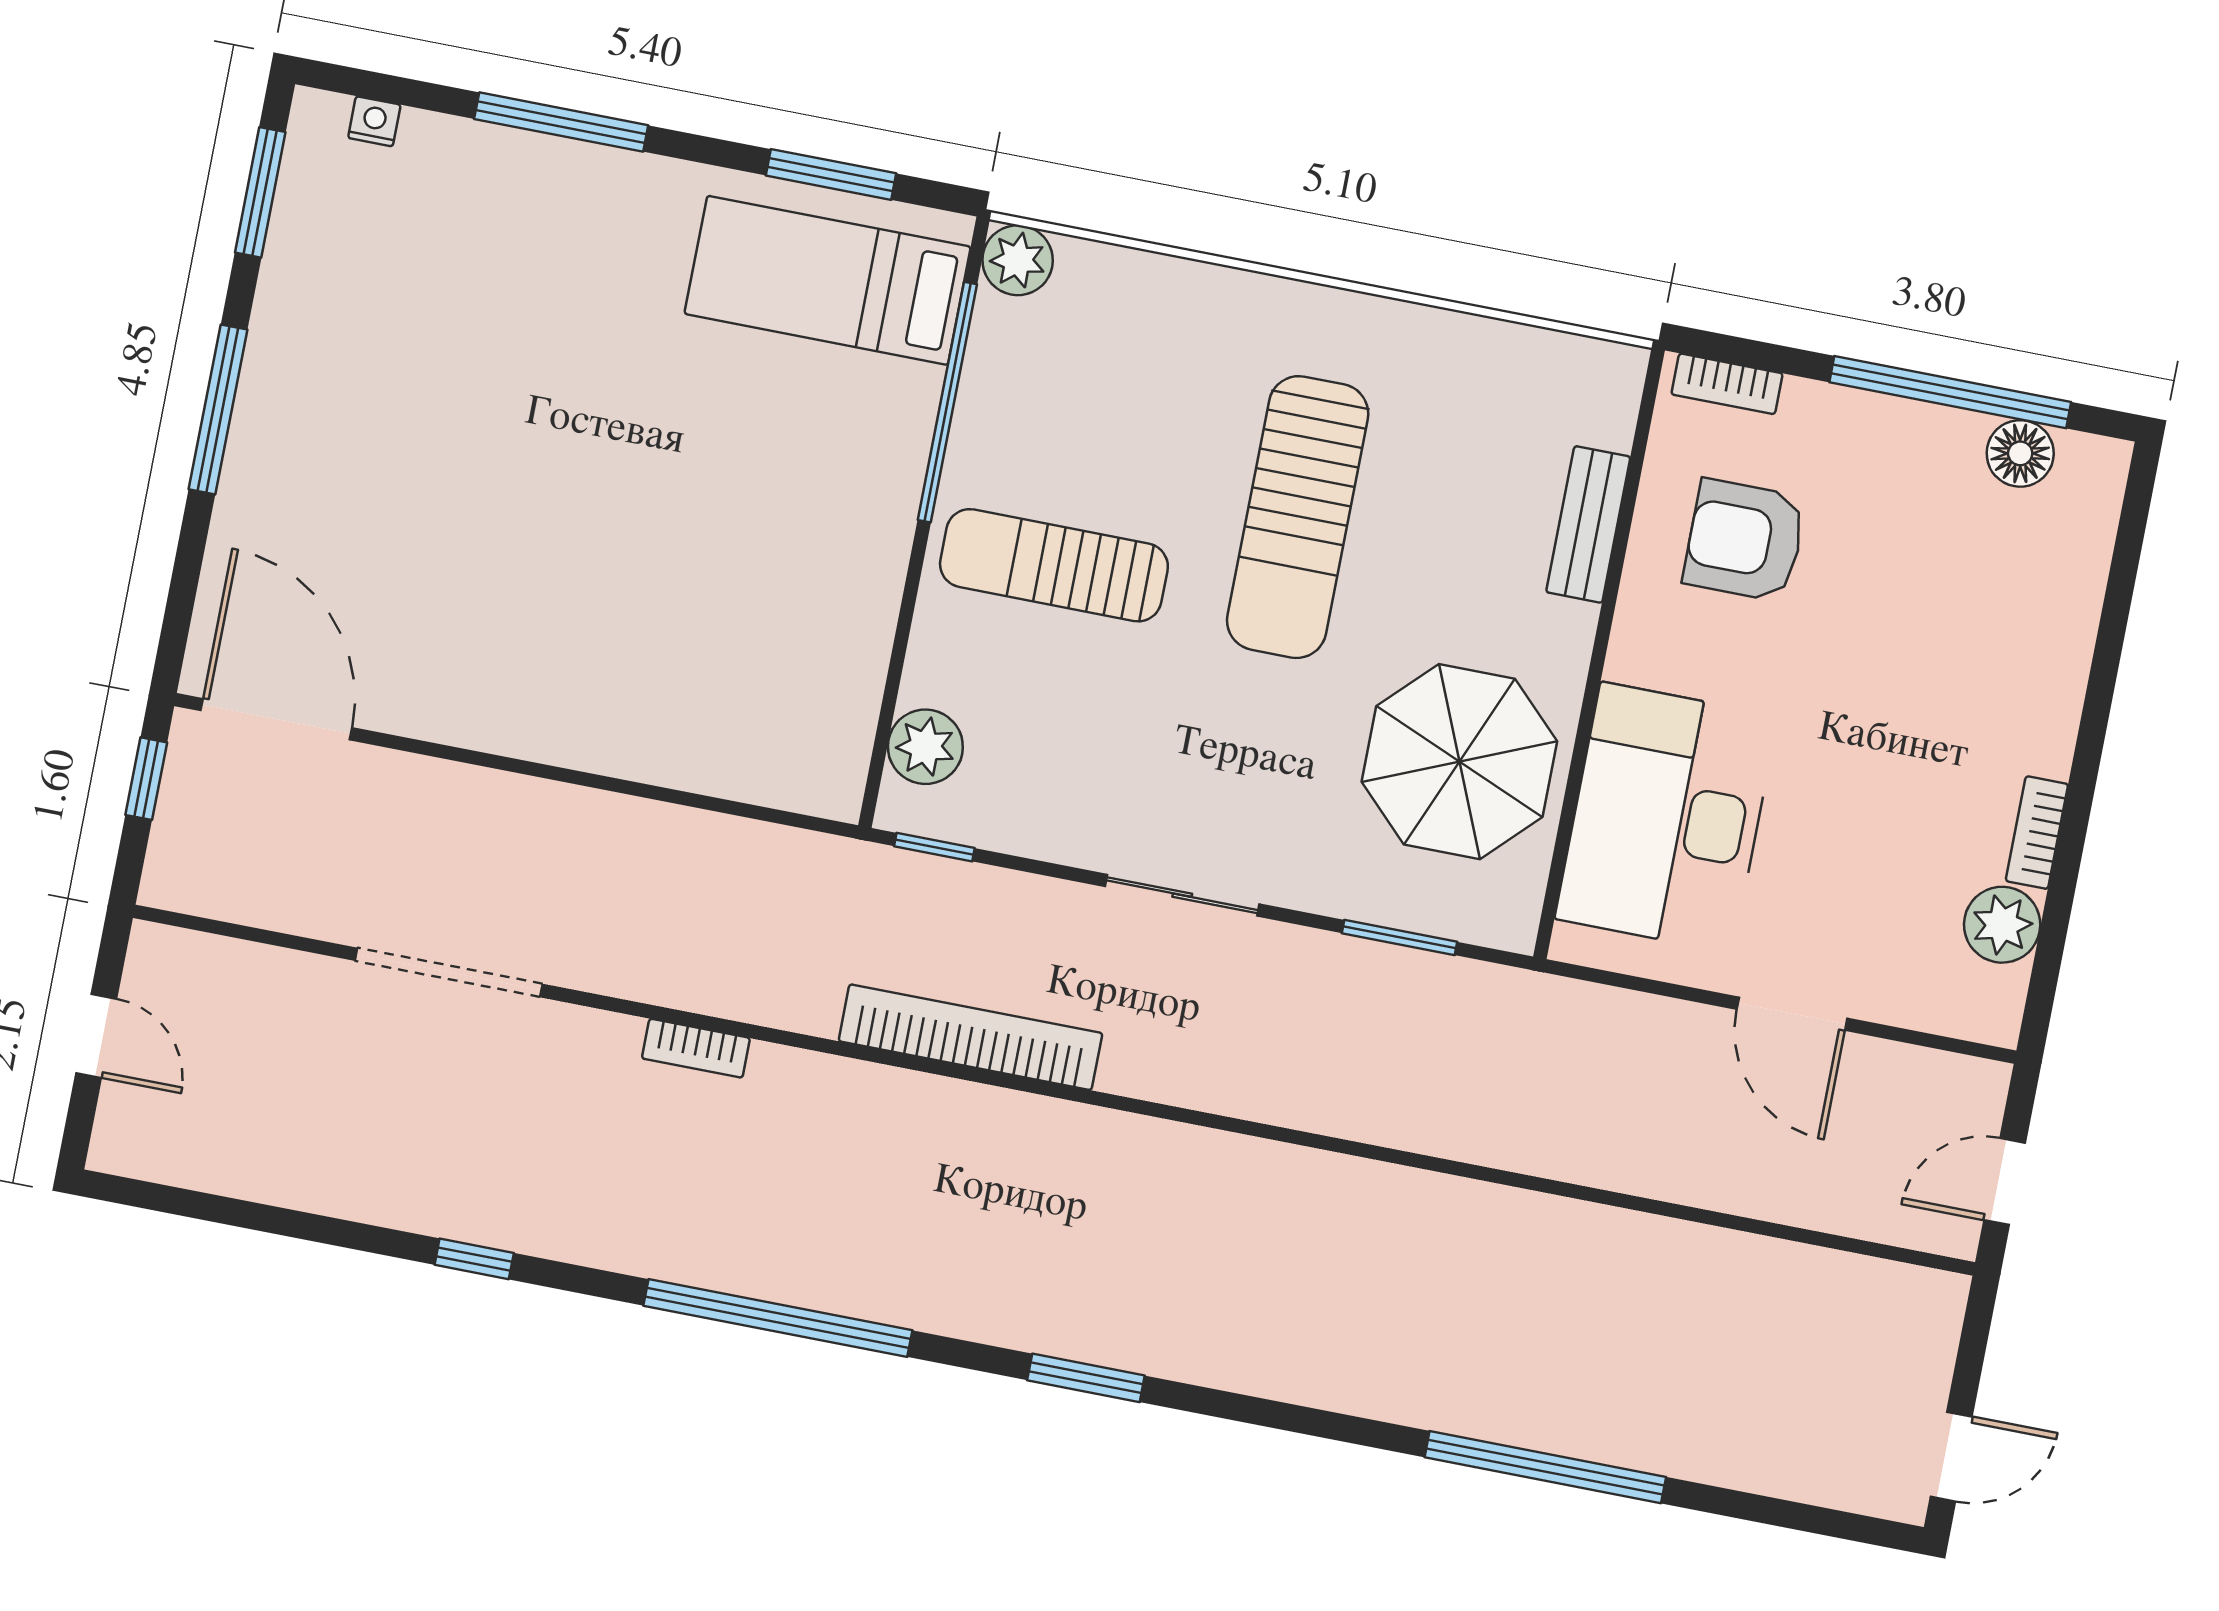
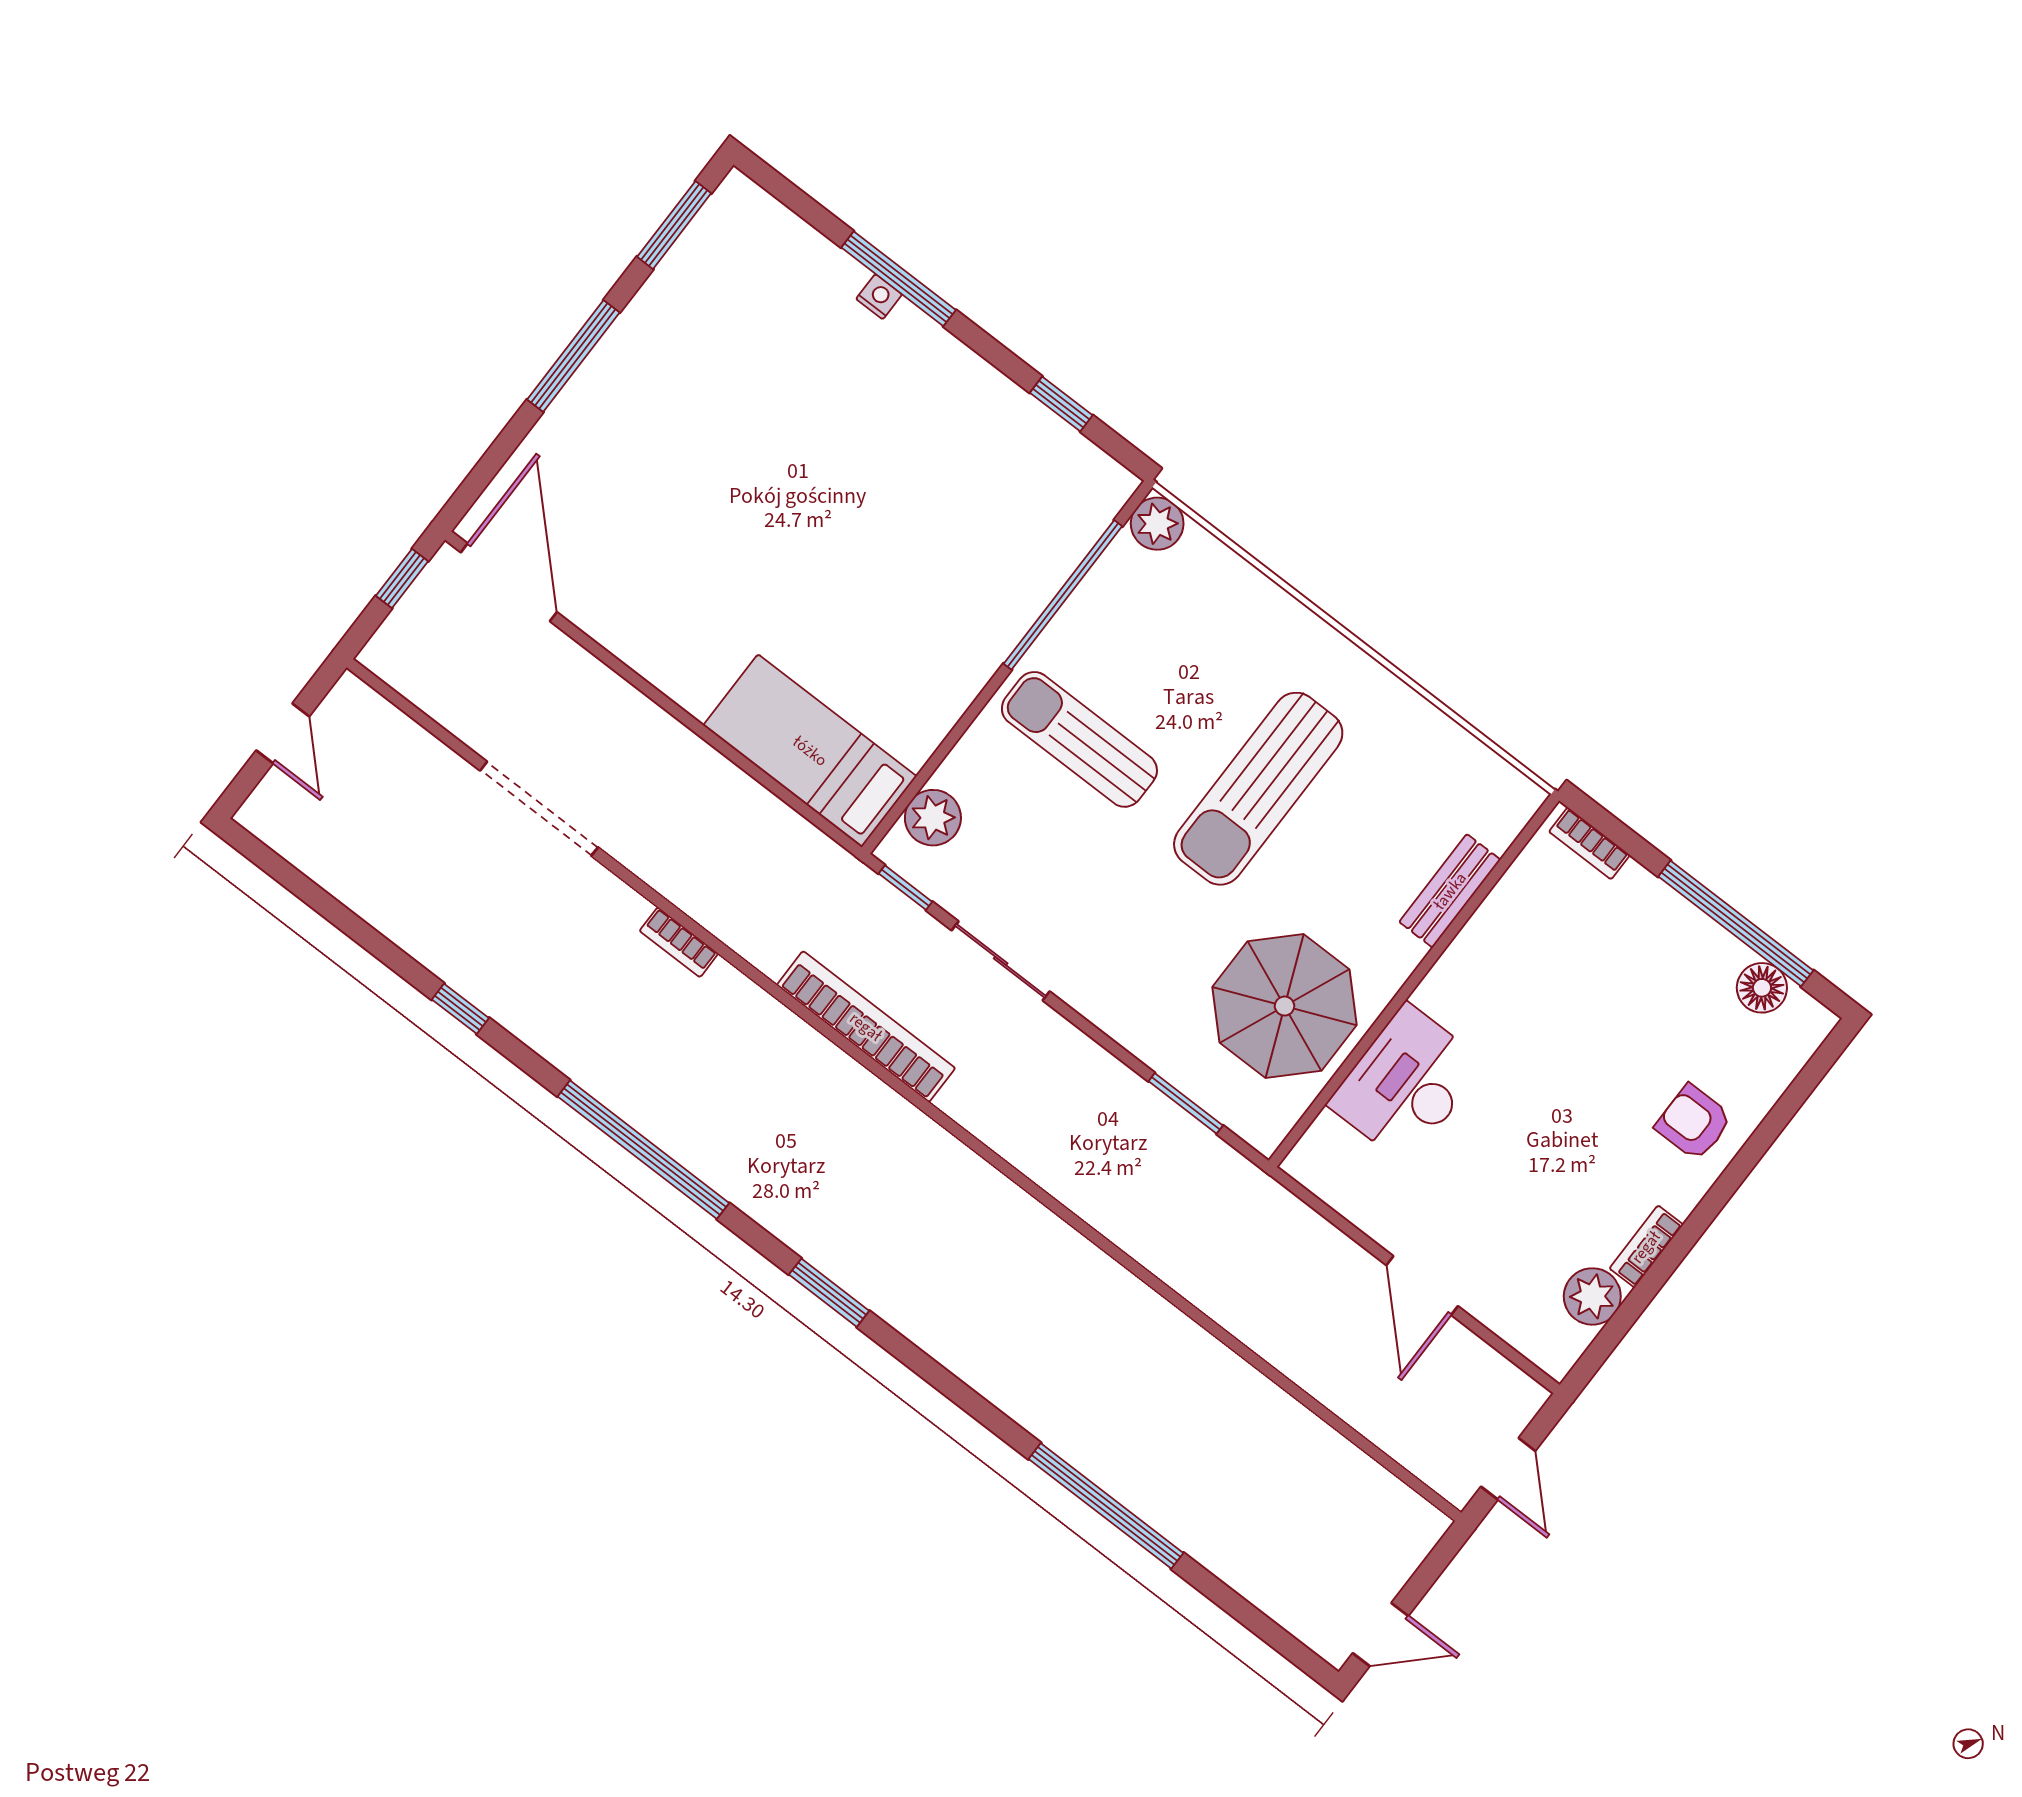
nightstand: (374, 121) -> (879, 297), moved
window: (831, 174) -> (1061, 404), width x0.67
bed: (828, 280) -> (810, 751), moved
armchair: (1745, 540) -> (1694, 1123), moved, width x0.72, depth x0.72
desk: (1667, 817) -> (1407, 1084), width x0.73, depth x0.77
sliding door: (1182, 895) -> (1001, 961), moved
door: (2005, 1182) -> (1508, 1469), swing flipped

